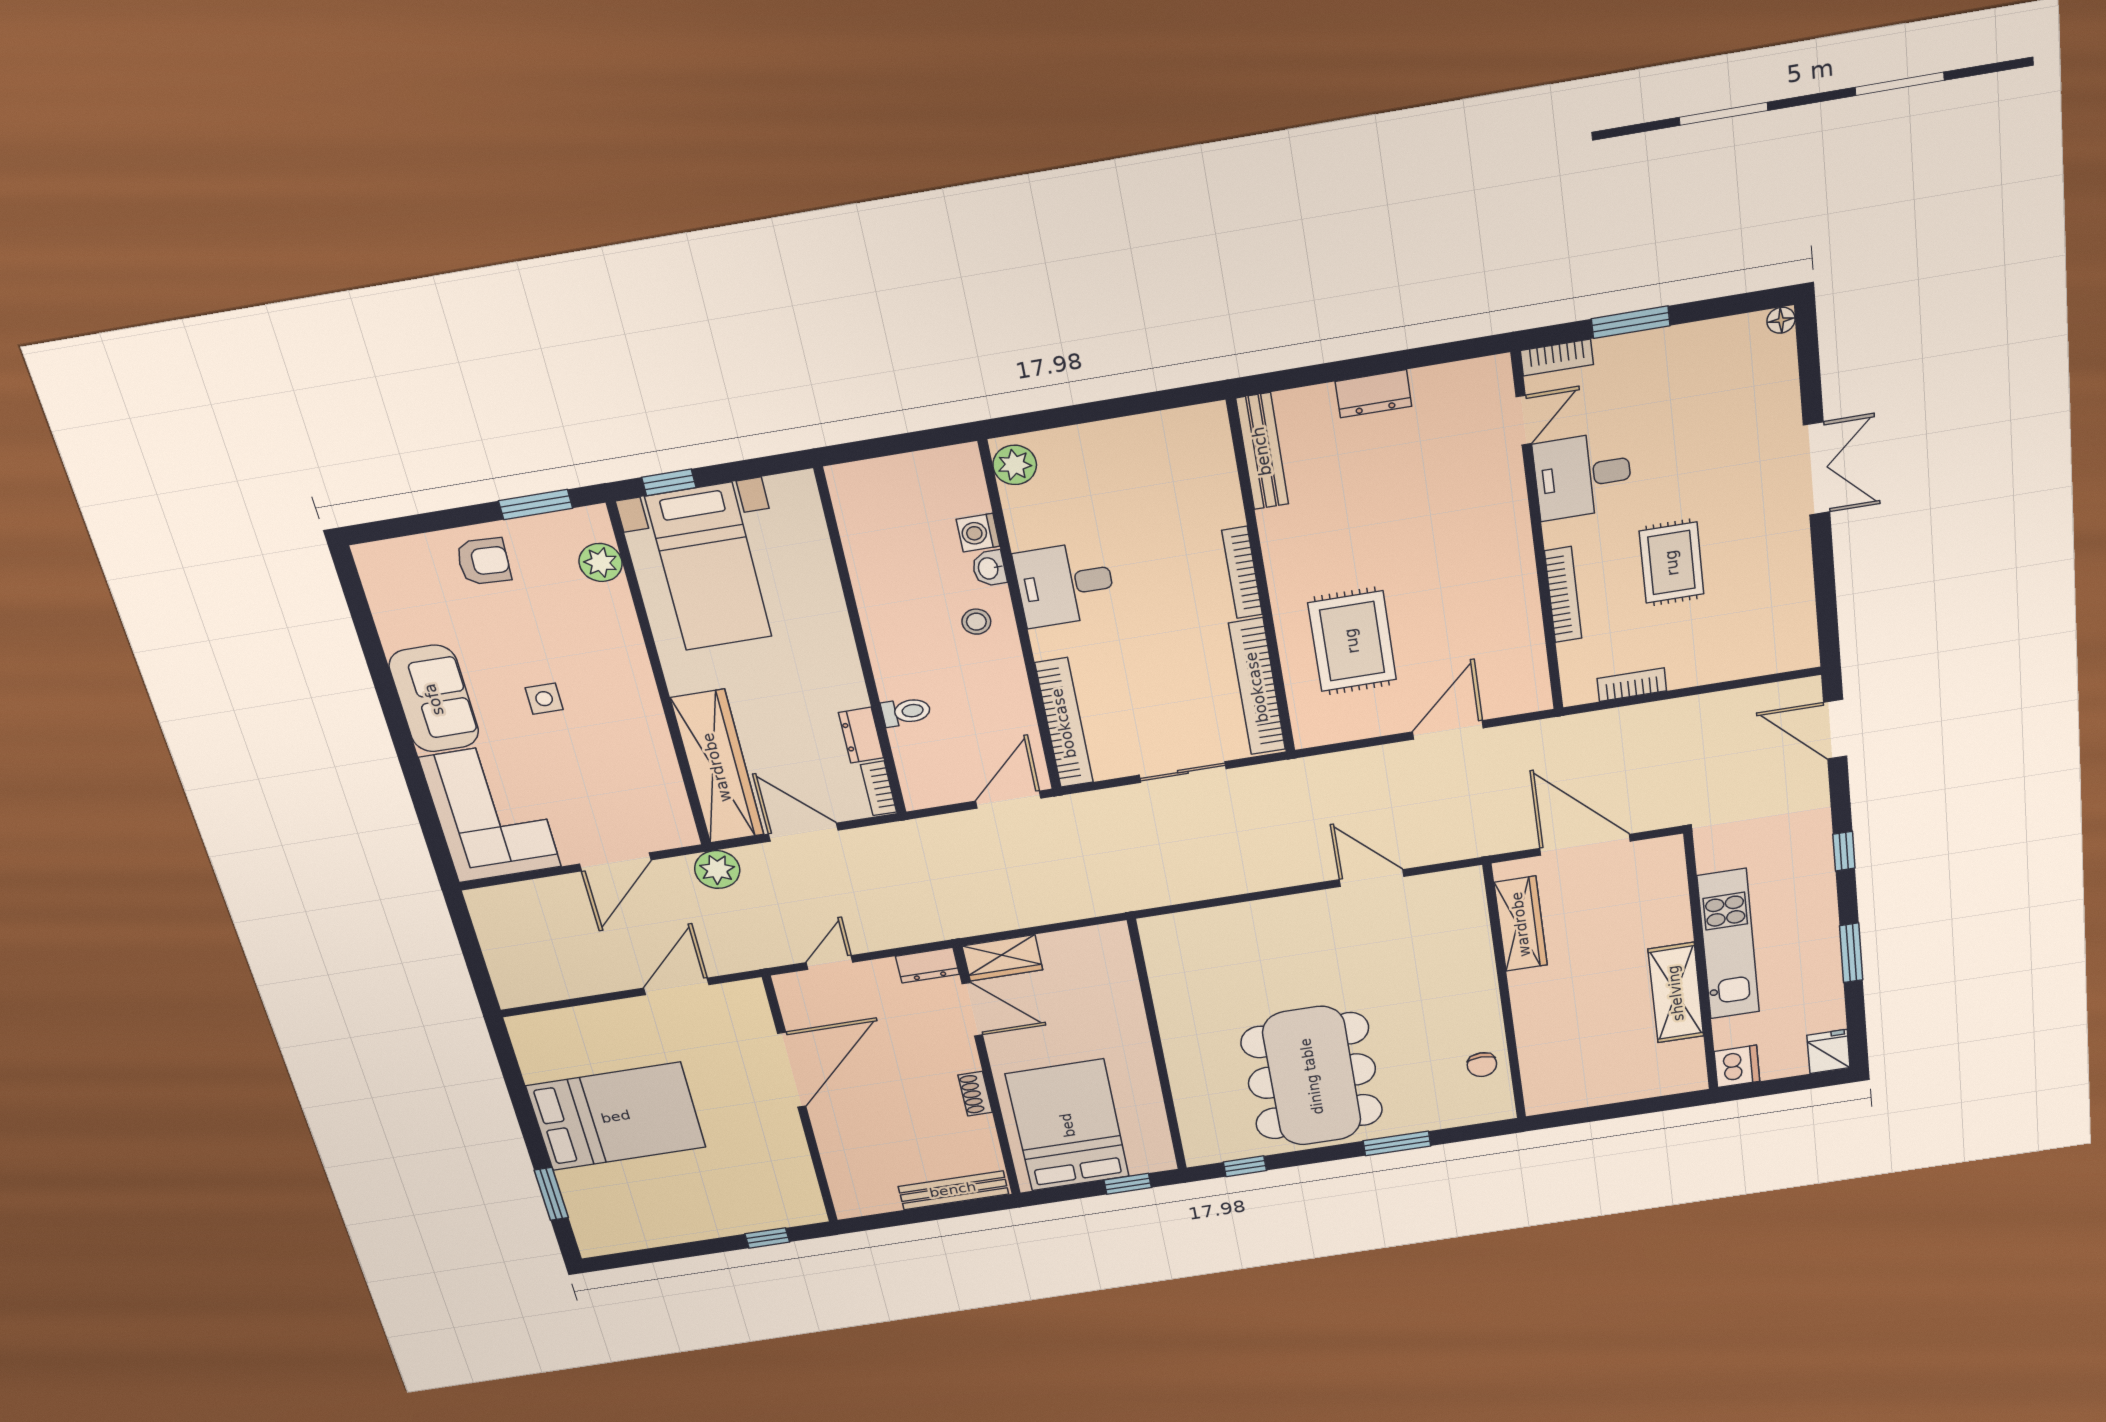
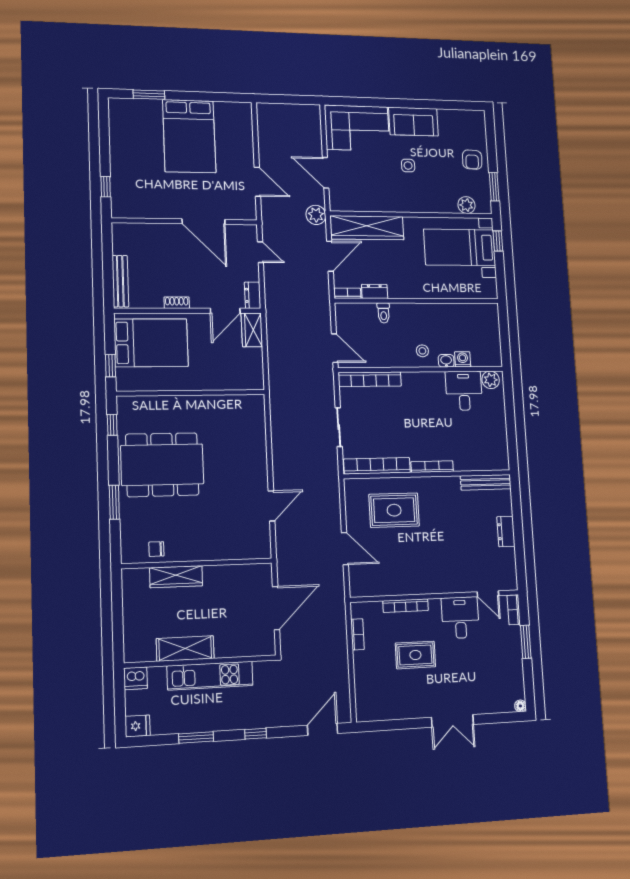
desk: (1065, 584) -> (464, 391), moved
wardrobe: (1521, 924) -> (176, 577), moved

